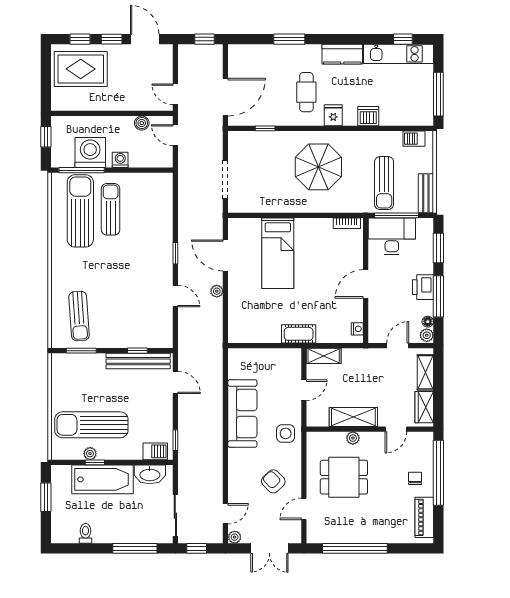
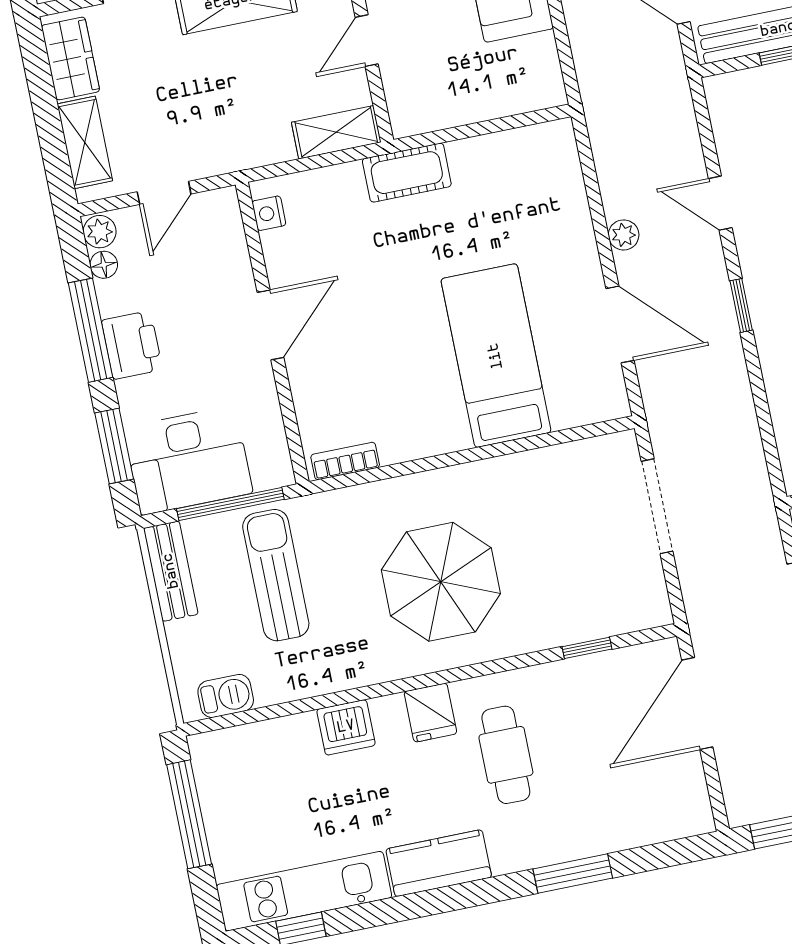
desk: (392, 236) -> (188, 460), moved

